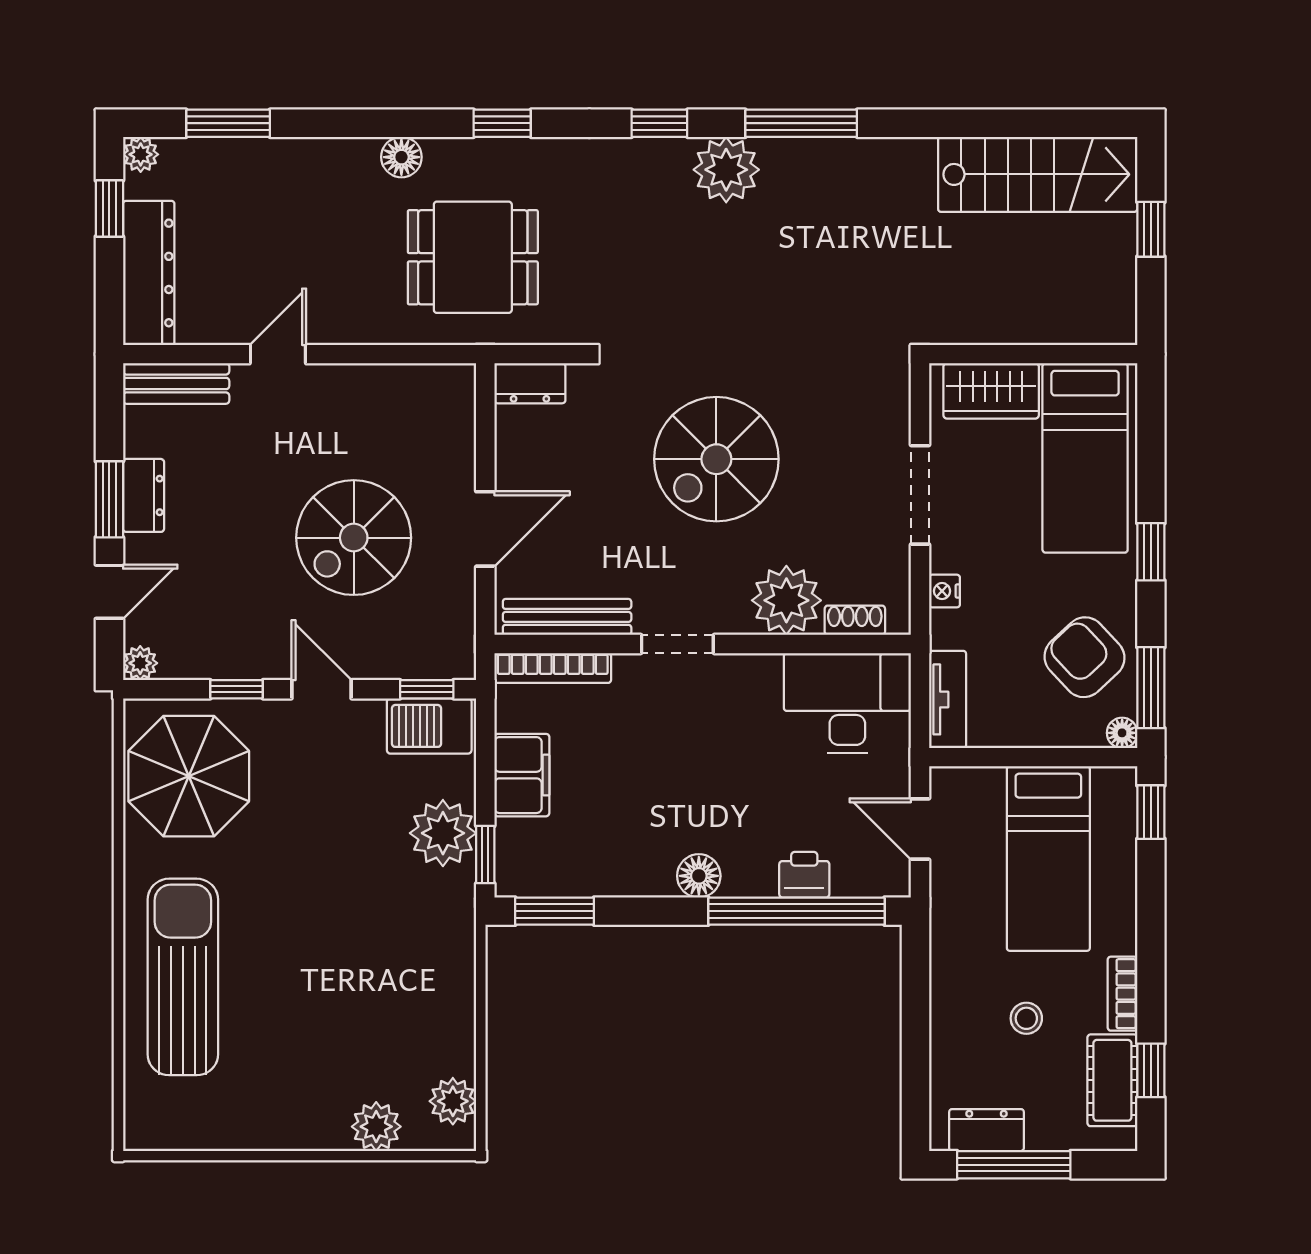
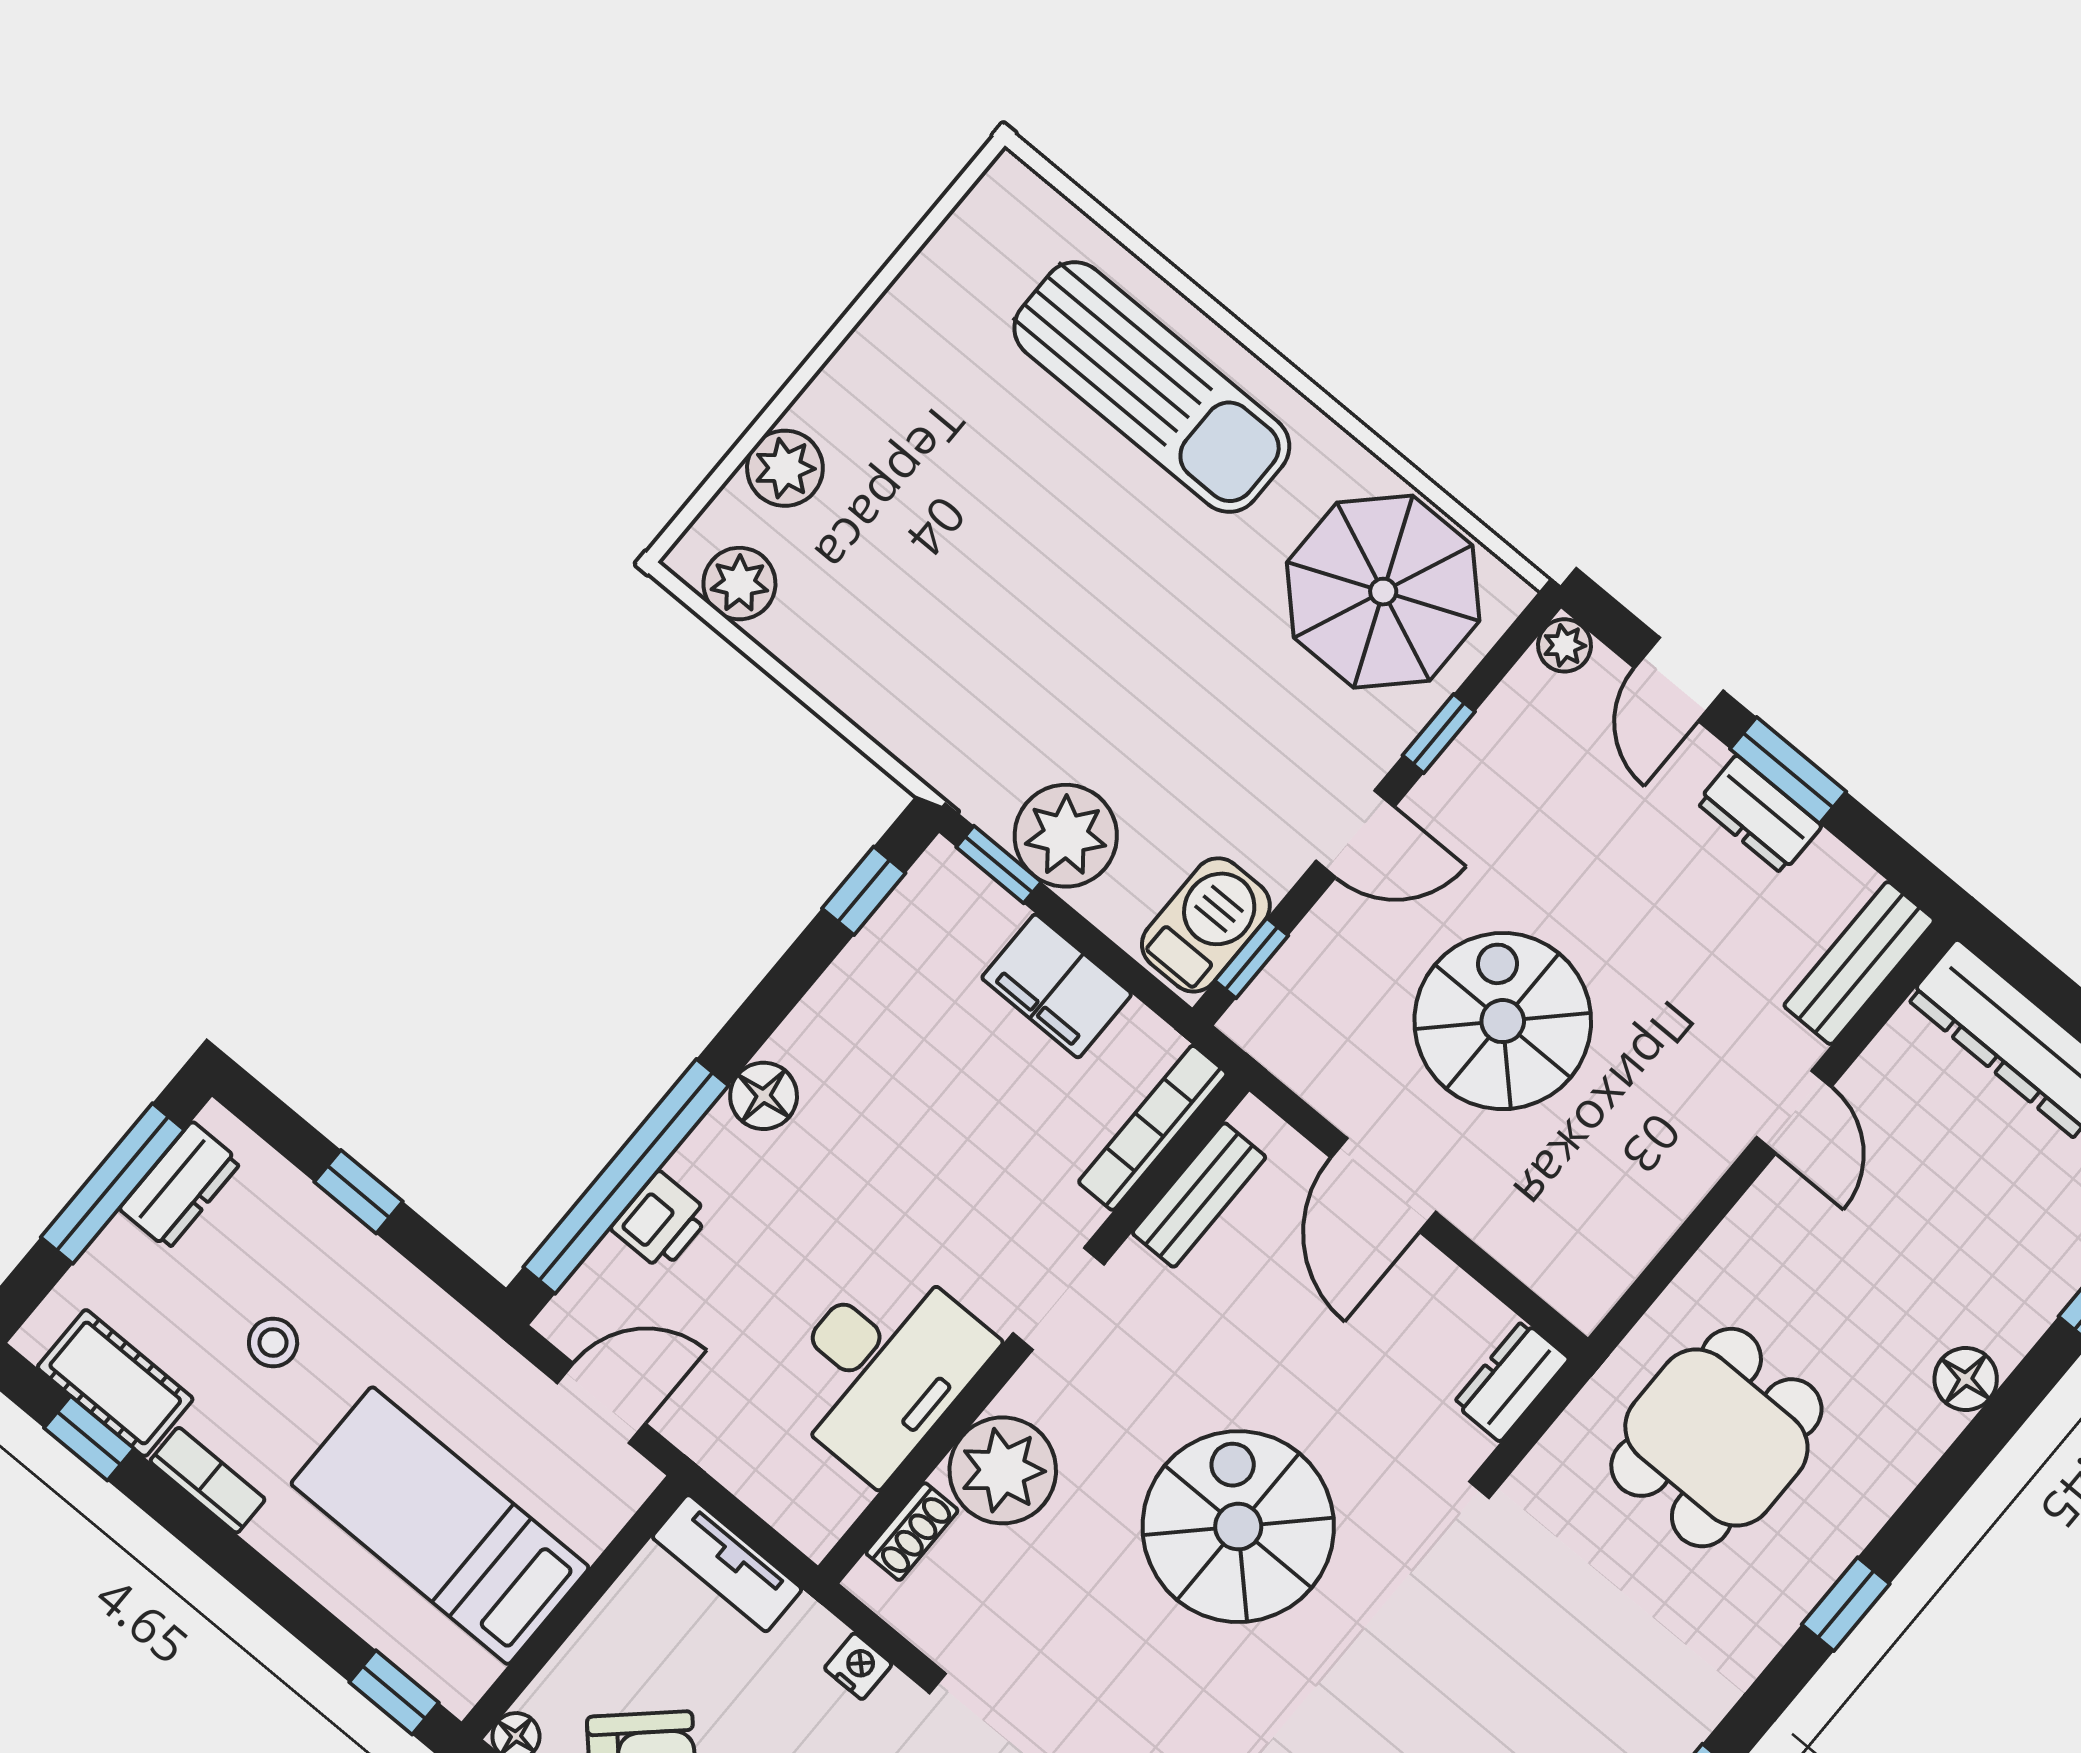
floor lamp: (401, 157) -> (1966, 1379), moved
bench: (567, 617) -> (1199, 1195), width x0.73
desk: (847, 703) -> (883, 1368), moved
window: (555, 911) -> (864, 891), width x0.67
window: (915, 1038) -> (358, 1192), added

